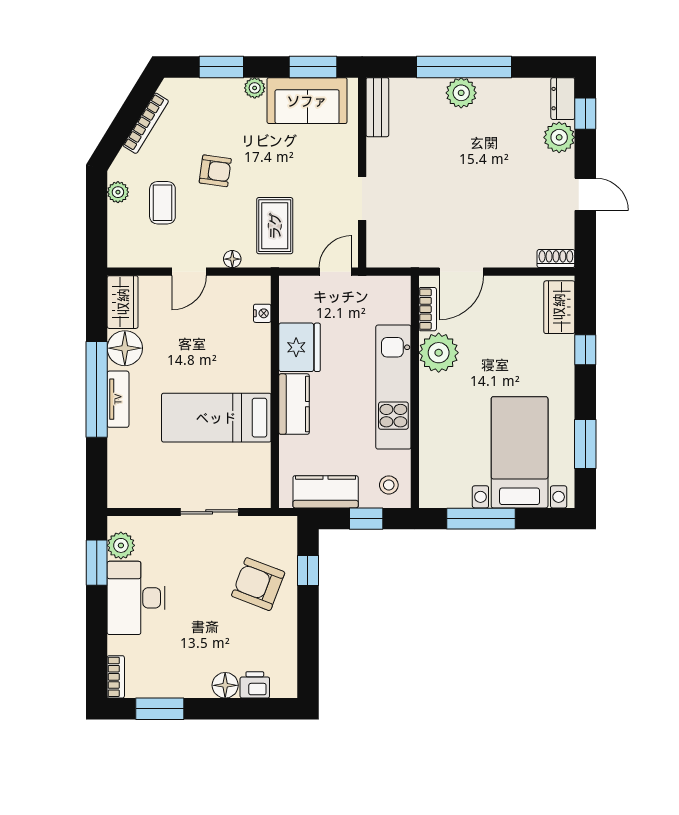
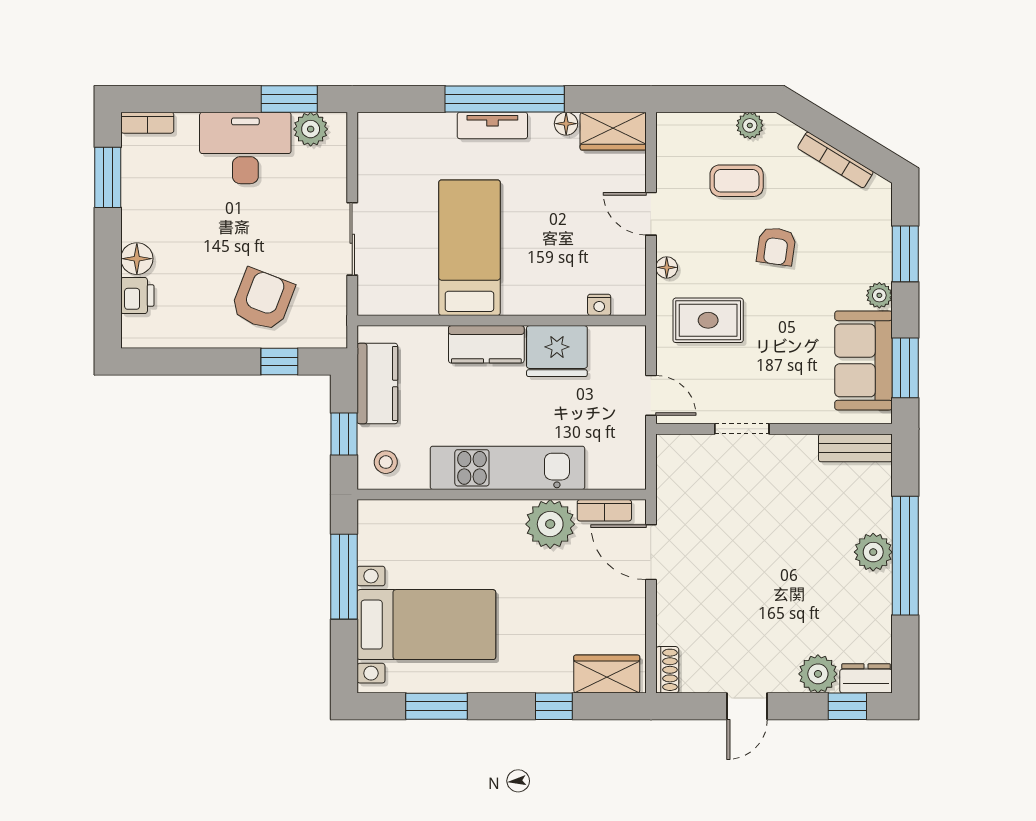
floor lamp: (125, 348) -> (566, 124), width x0.53, depth x0.53

